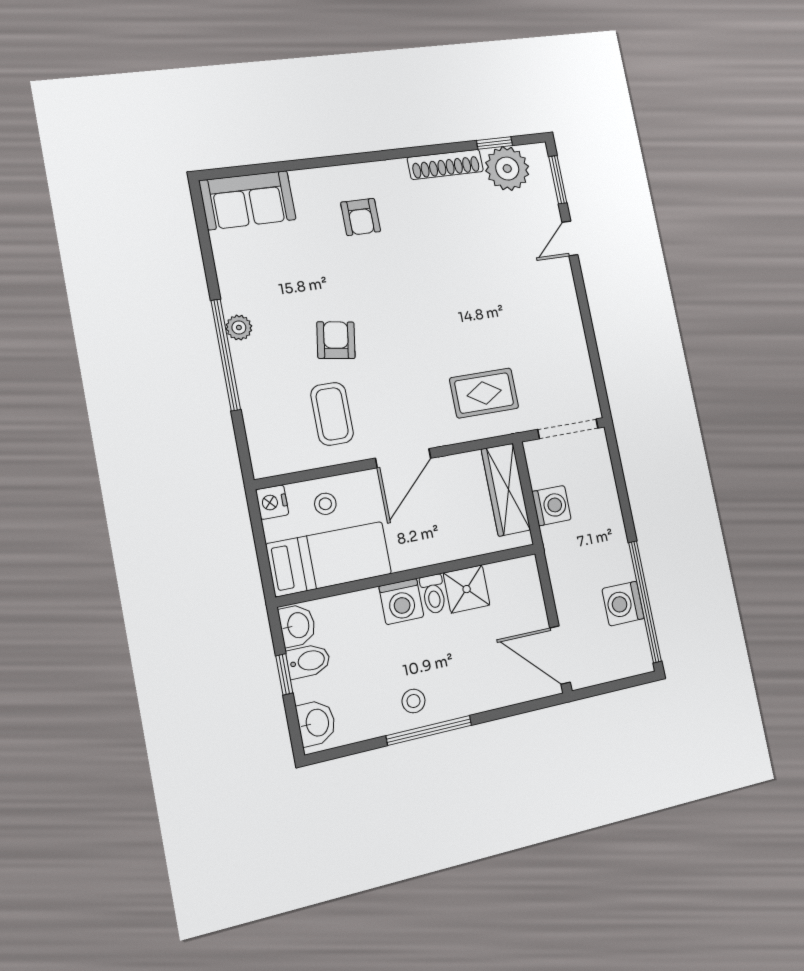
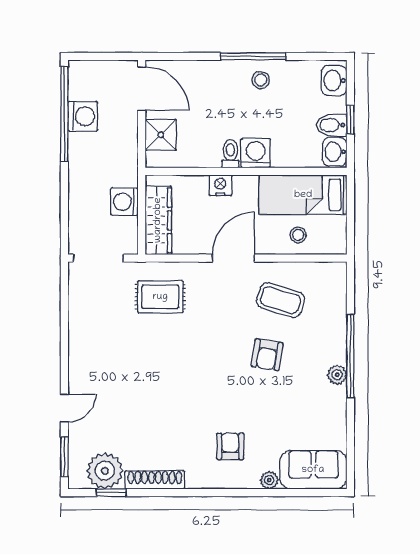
plant: (303, 180) -> (269, 480), added
coffee table: (332, 414) -> (281, 300), turned -73
nightstand: (272, 502) -> (220, 185), moved, turned -90
shower: (467, 589) -> (161, 135), moved

